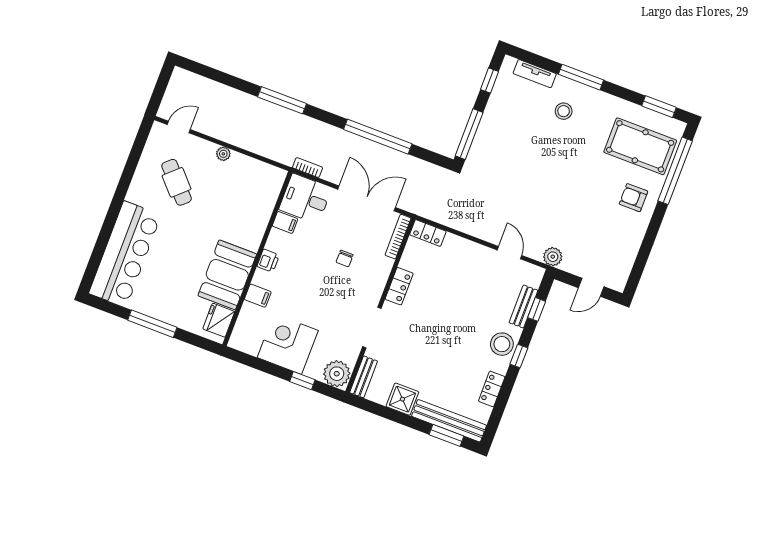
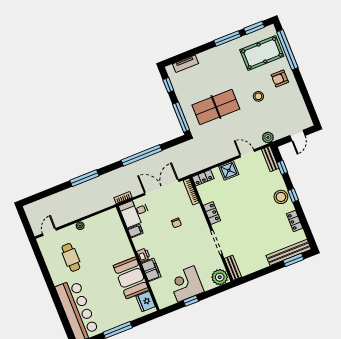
window: (581, 77) -> (227, 39), moved
stool: (564, 111) -> (258, 96), moved
table tennis table: (523, 161) -> (216, 107), added
cafe table: (177, 182) -> (71, 257), turned 43
filing cabinet: (258, 296) -> (151, 270), width x2.00
bench: (523, 307) -> (270, 159), moved
window: (302, 381) -> (191, 301), moved
shower: (402, 399) -> (229, 170), moved

